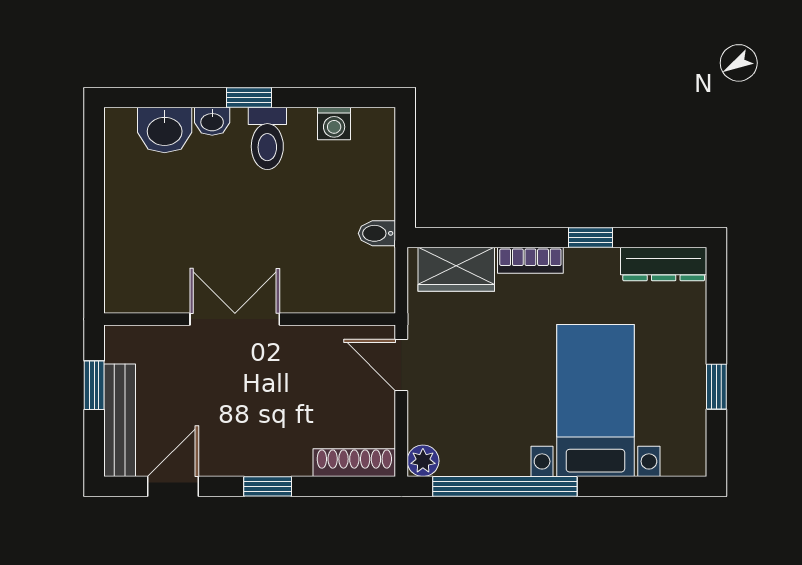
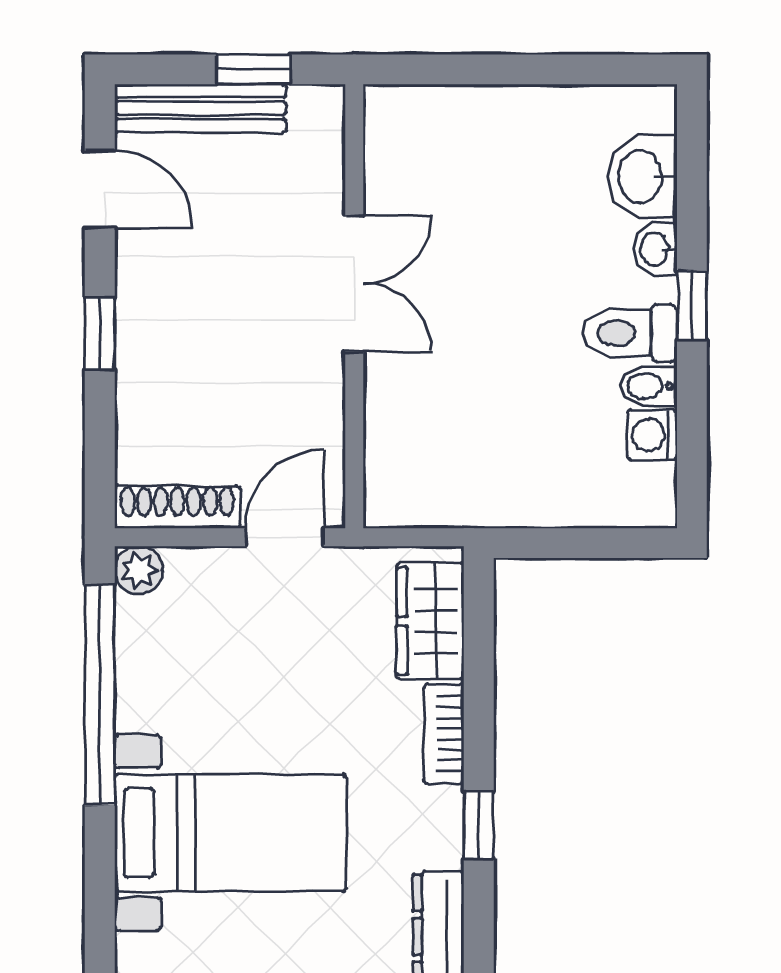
bidet: (377, 233) -> (649, 386), moved, turned -90
shoe rack: (354, 463) -> (177, 507), moved, turned -90

